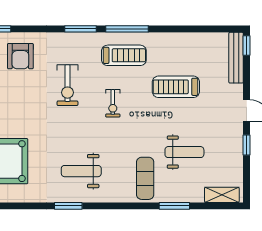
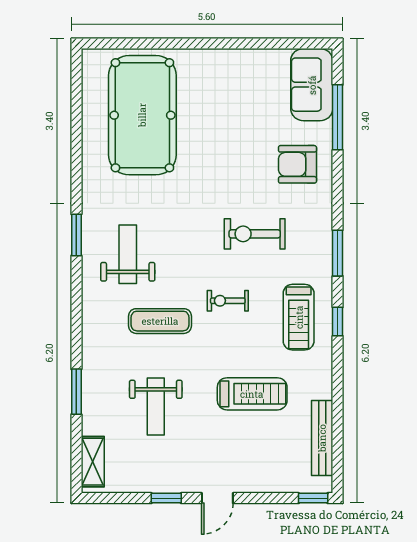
window: (127, 29) -> (338, 322), width x0.46
bench: (236, 58) -> (322, 438), moved, turned 90
treadmill: (176, 87) -> (252, 394), turned 90
exercise mat: (145, 178) -> (160, 321), moved

